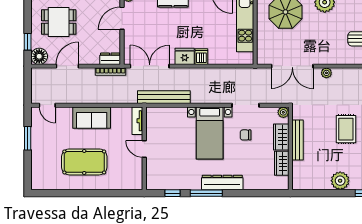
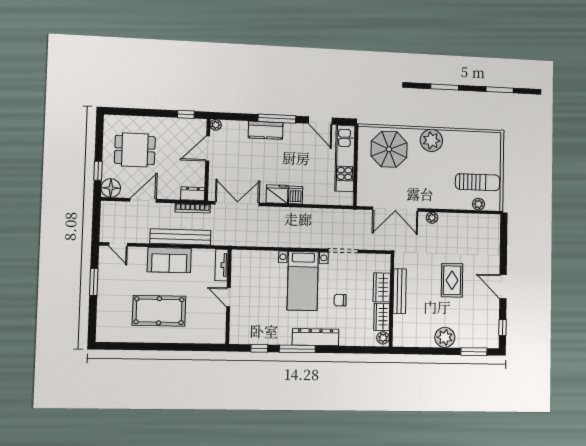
bench: (164, 97) -> (180, 237), moved
plant: (283, 112) -> (383, 338), moved
chair: (246, 135) -> (340, 300), moved

